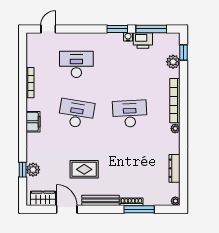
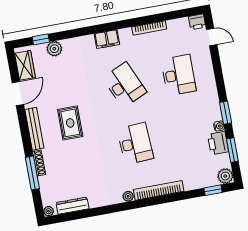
window: (151, 29) -> (232, 150), width x0.69
printer: (32, 39) -> (197, 22), added
plant: (173, 62) -> (225, 176), moved
desk: (76, 114) -> (124, 85), turned -33
dresser: (174, 168) -> (73, 206), moved
rug: (84, 169) -> (70, 123), moved
window: (23, 170) -> (41, 39), moved

